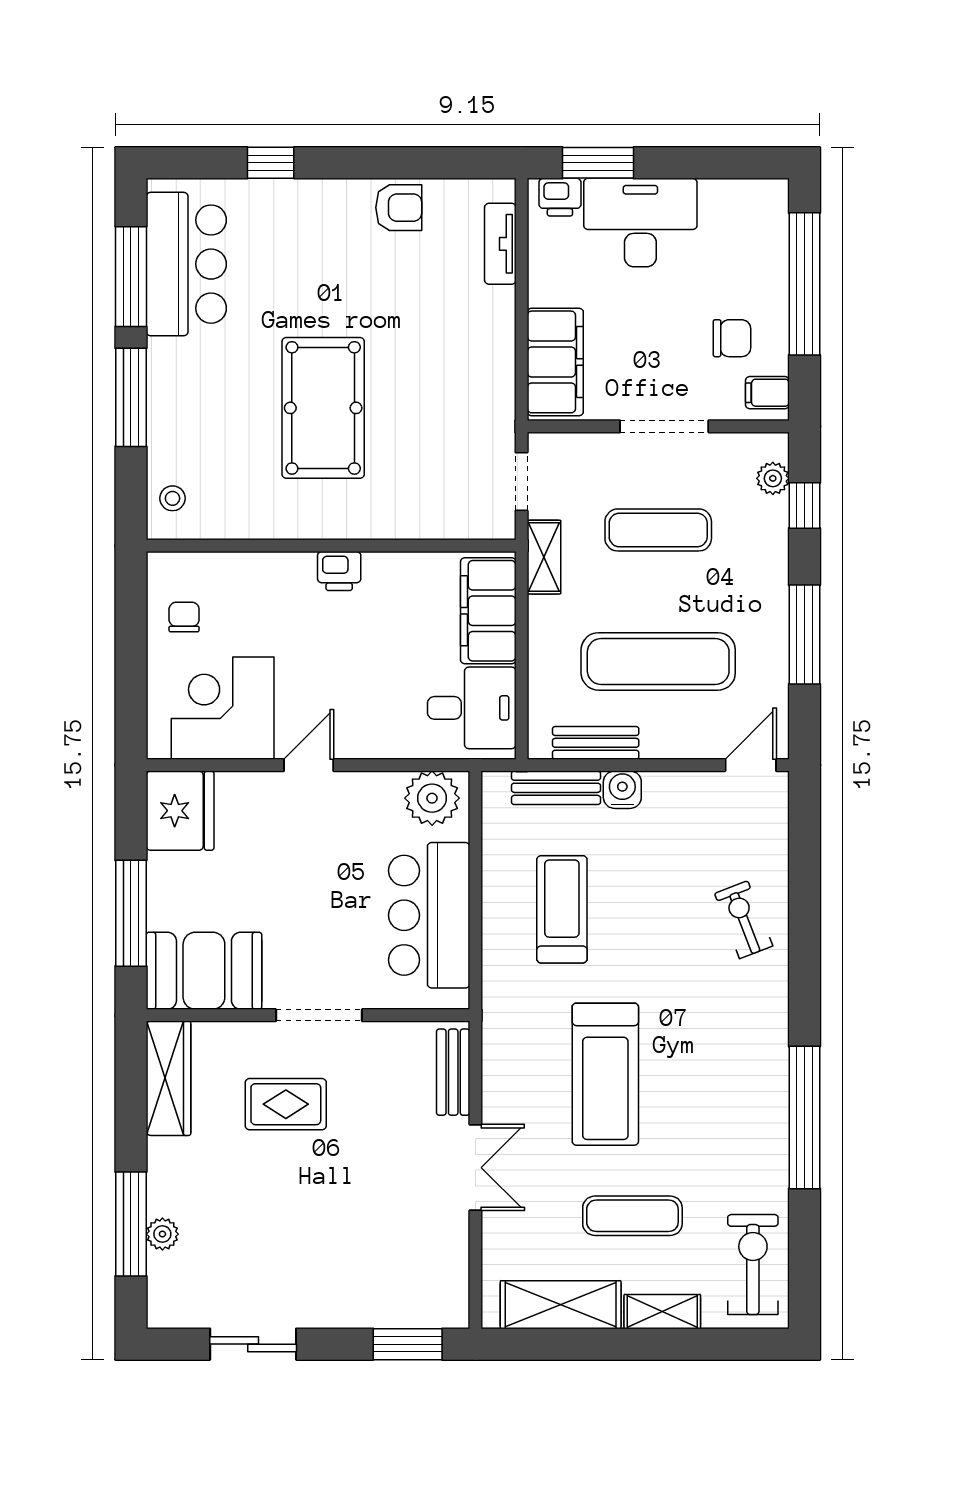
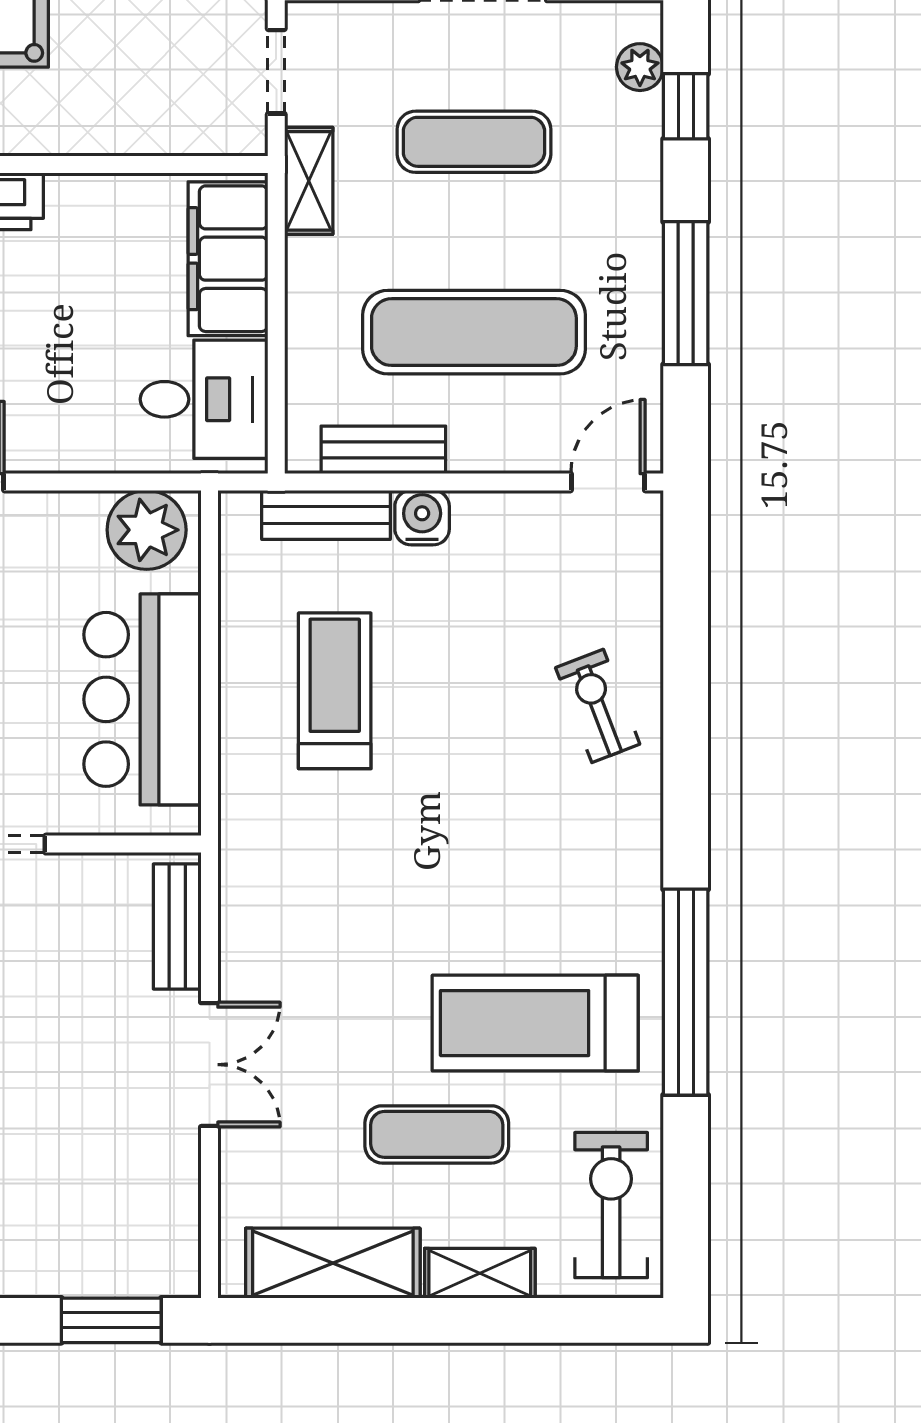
treadmill: (605, 1074) -> (535, 1023), moved, turned 90

